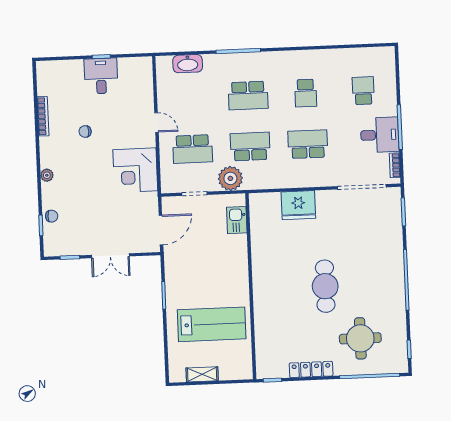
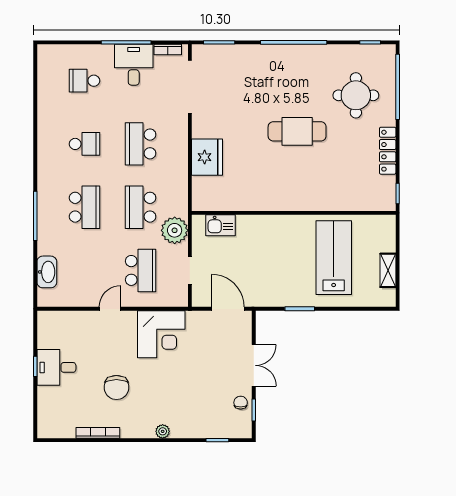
chair: (85, 132) -> (116, 387), width x1.87, depth x1.87
chair: (52, 216) -> (241, 403), moved

